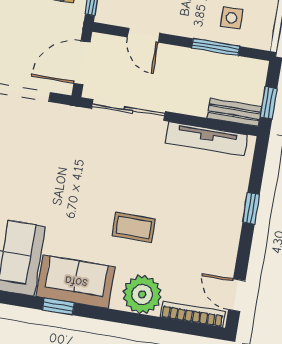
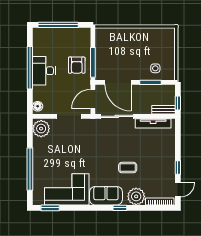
door: (144, 35) -> (118, 82), width x1.88
window: (251, 208) -> (178, 168), moved
door: (237, 295) -> (178, 190), swing flipped
window: (58, 306) -> (120, 208), moved

